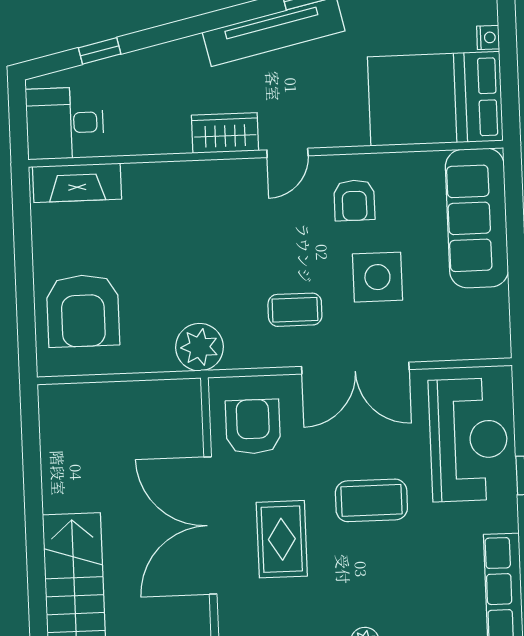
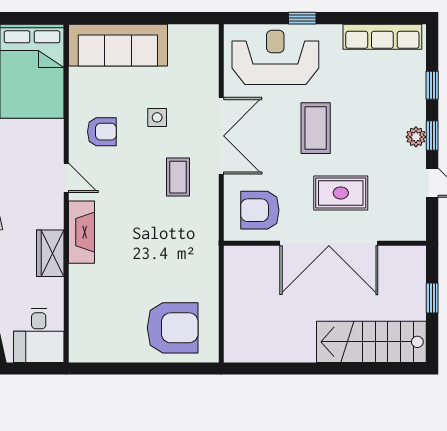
wardrobe: (225, 133) -> (50, 253), moved
fireplace: (77, 183) -> (81, 232), moved
side table: (377, 277) -> (157, 117), width x0.54, depth x0.54
plant: (199, 347) -> (202, 246), removed

